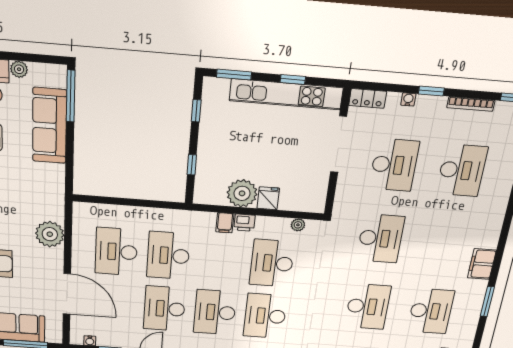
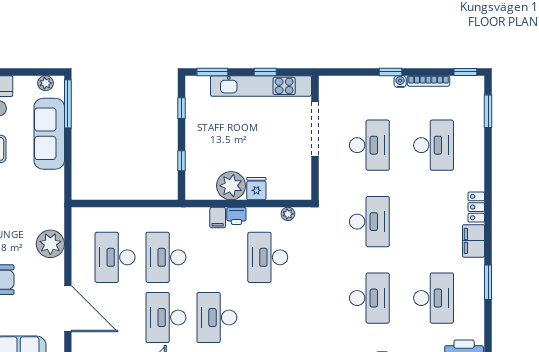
plant: (19, 69) -> (45, 83), moved
locker: (368, 98) -> (476, 207), moved, turned 90
water cooler: (408, 99) -> (400, 81), moved
desk: (265, 316) -> (268, 317), removed

